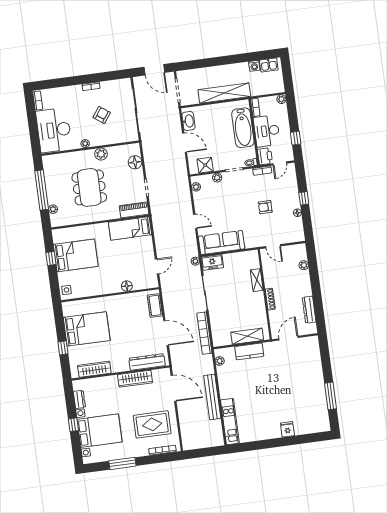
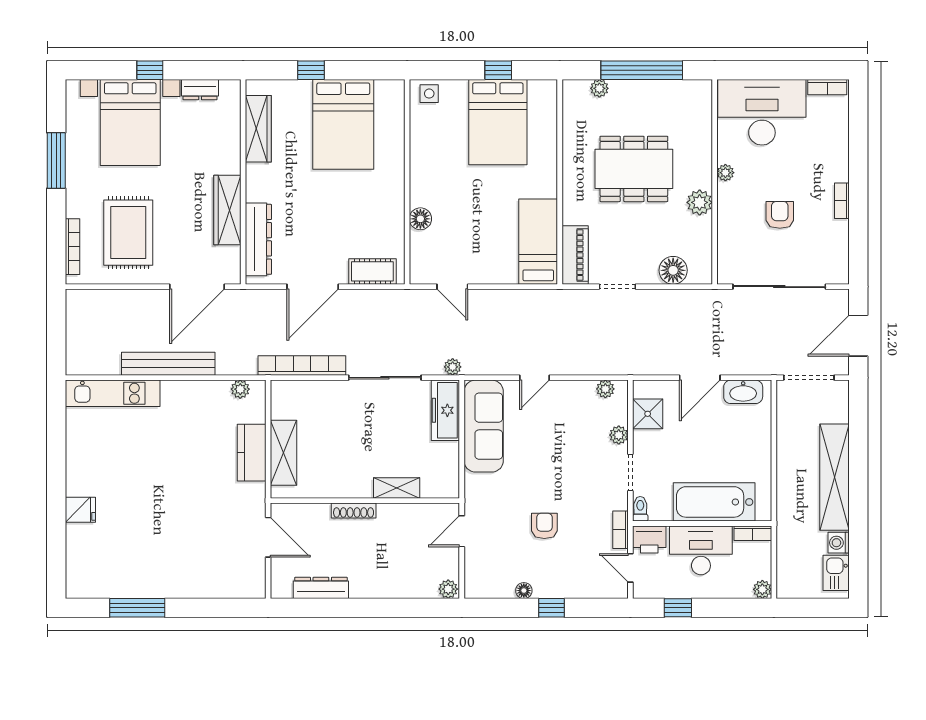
shelving: (224, 93) -> (834, 477), moved
armchair: (102, 115) -> (780, 215), turned -126
freezer: (212, 262) -> (445, 410), width x1.40
plant: (304, 265) -> (448, 589), moved

